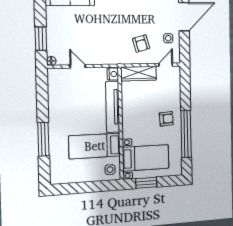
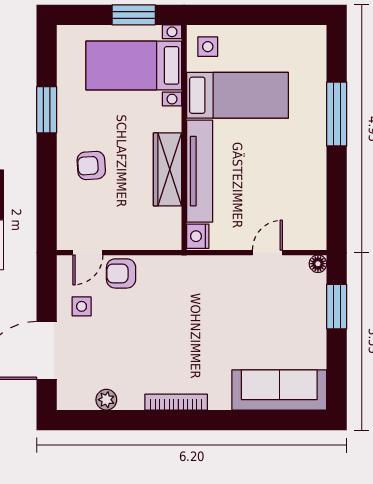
armchair: (141, 44) -> (121, 273), moved, turned -74
door: (78, 66) -> (267, 253), swing flipped
wardrobe: (139, 74) -> (168, 169), moved, turned -90
armchair: (166, 119) -> (91, 165), moved
window: (186, 134) -> (47, 110), width x0.47

